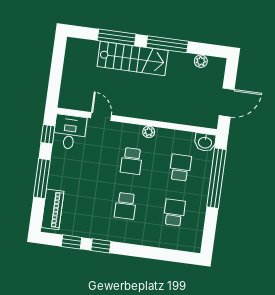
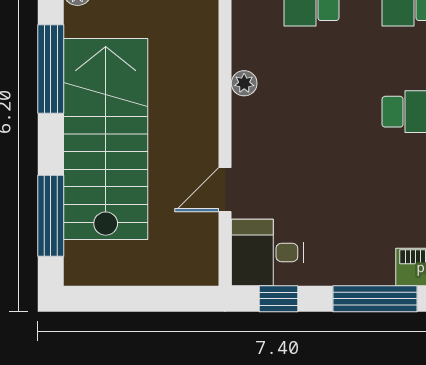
window: (117, 37) -> (51, 216), moved
stairs: (133, 59) -> (106, 139), width x1.36, depth x1.51
school desk: (131, 161) -> (311, 112), removed

